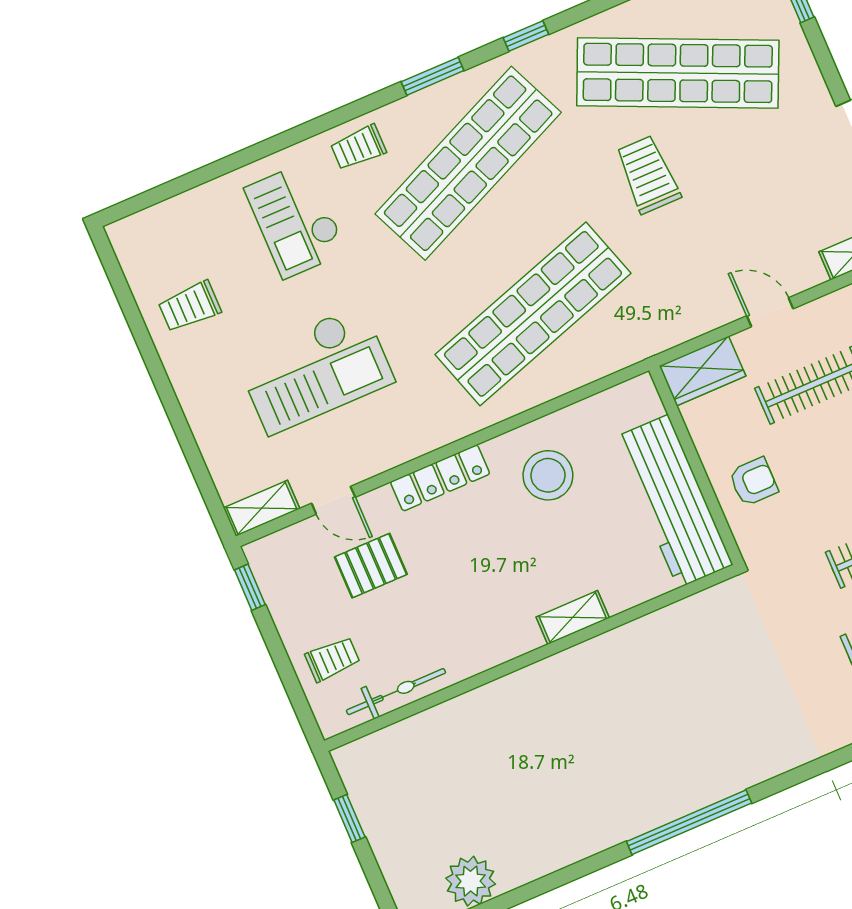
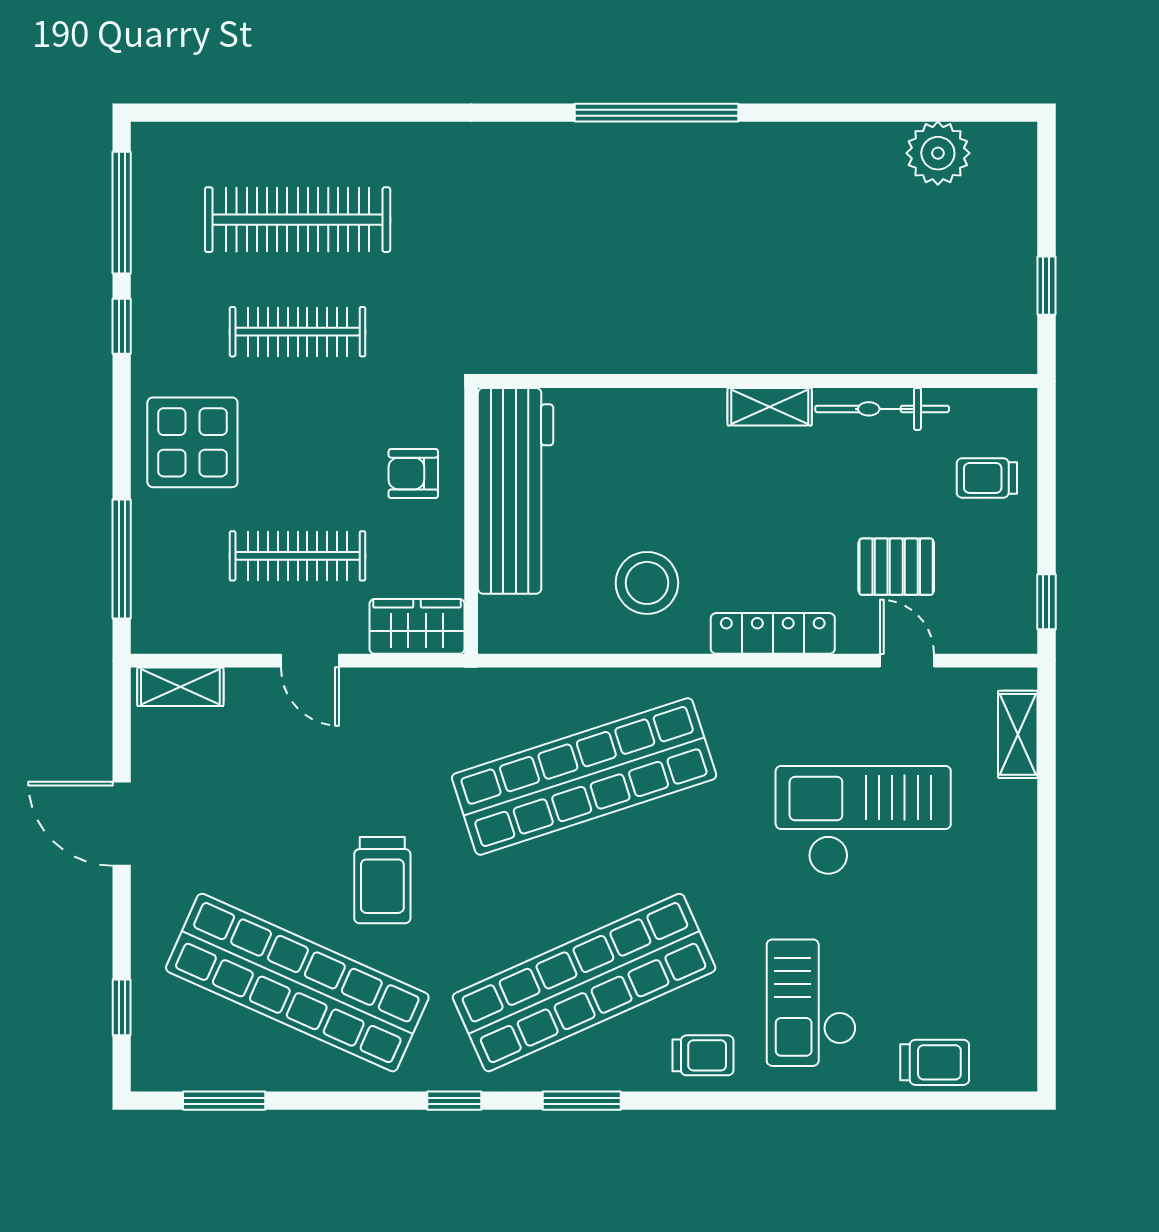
checkout: (296, 220) -> (811, 1003), turned 180
trolley: (190, 306) -> (935, 1062), moved
shelving: (262, 508) -> (1018, 734), moved, turned 90
shelving: (573, 617) -> (770, 407), moved
bicycle: (396, 692) -> (882, 409), moved

